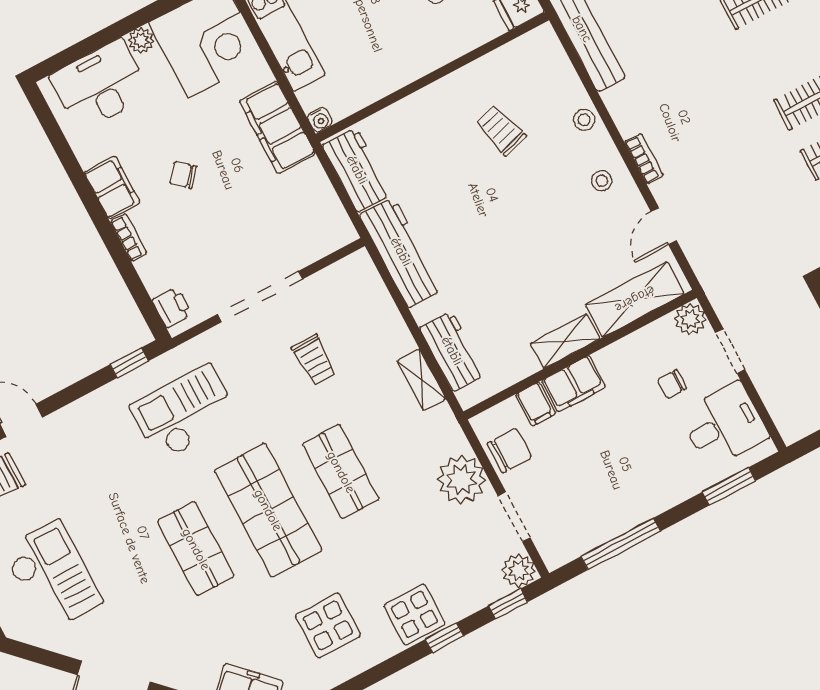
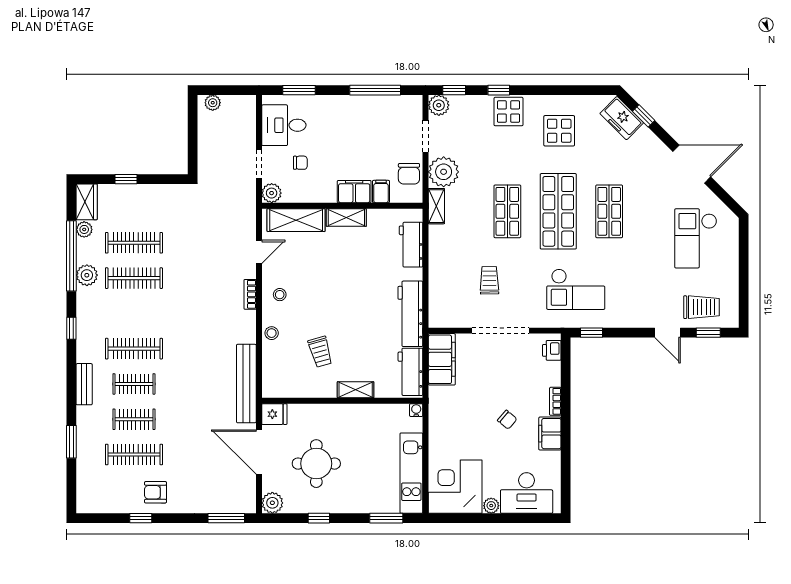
shelving: (422, 103) -> (356, 390), added
filing cabinet: (277, 127) -> (442, 359), moved
shelving: (421, 380) -> (436, 206), moved
chair: (509, 451) -> (409, 174), turned -90

